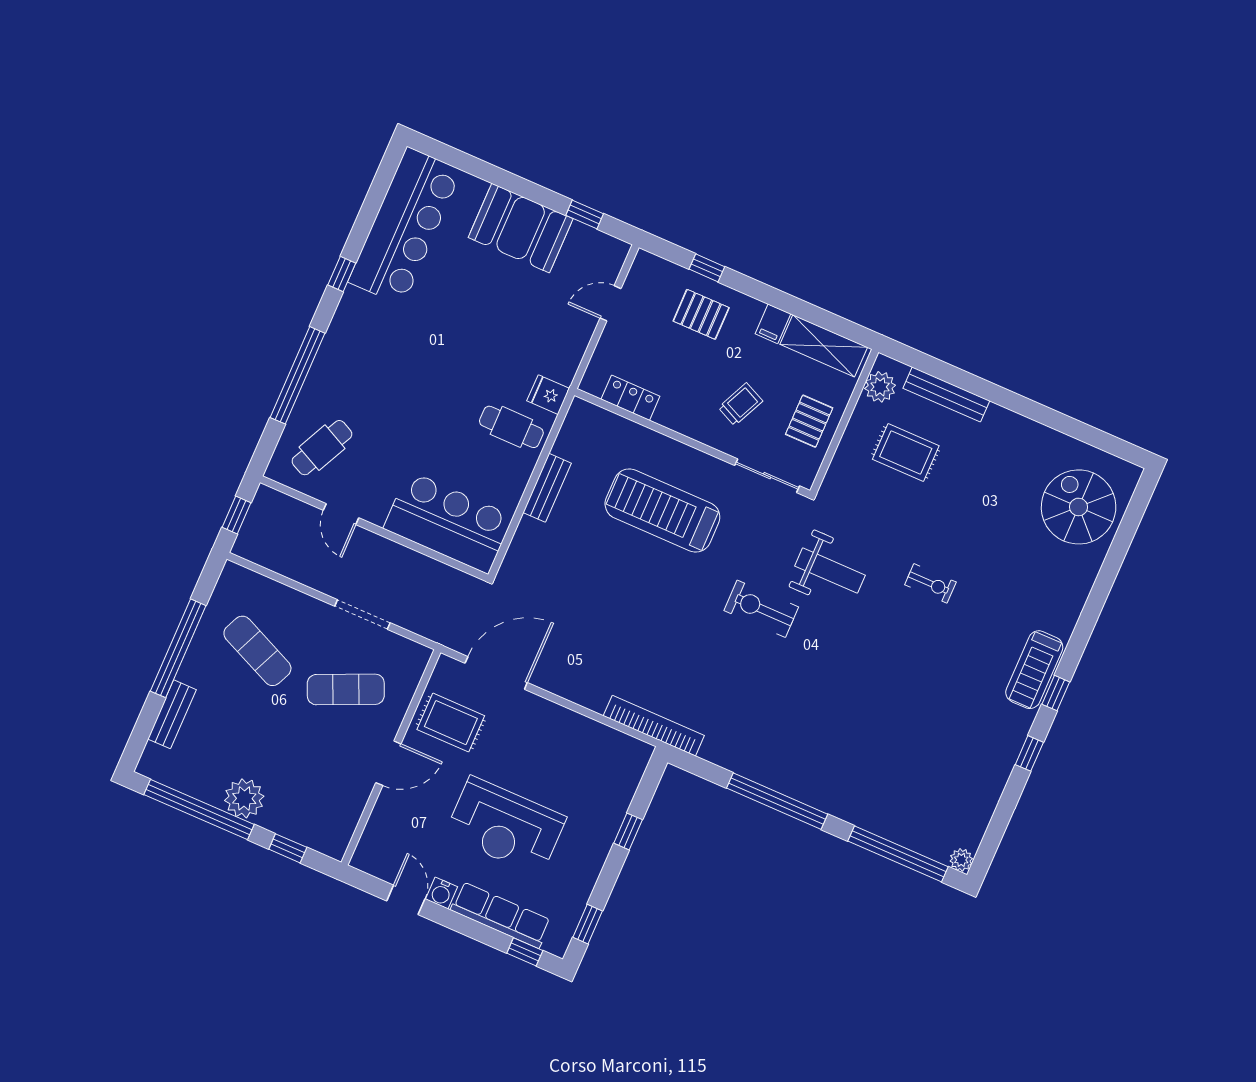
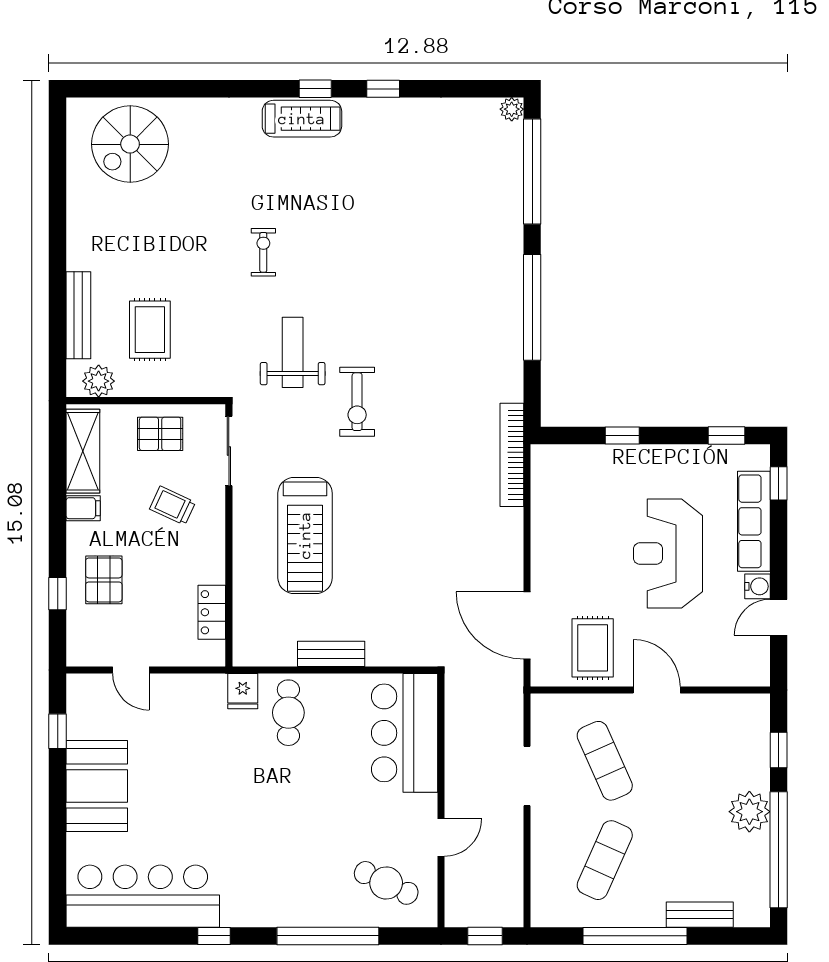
reception desk: (505, 826) -> (668, 554), turned 180

